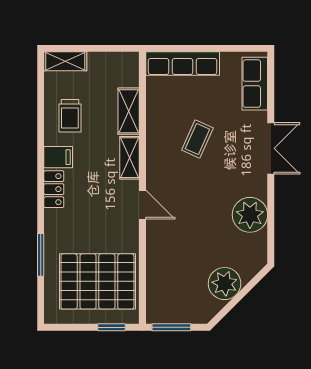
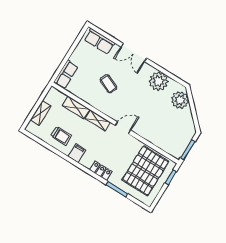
shelving: (65, 61) -> (40, 113), moved
row of seats: (183, 64) -> (66, 74), width x0.68
double door: (271, 148) -> (134, 53), swing flipped
locker: (54, 189) -> (101, 171), moved
plant: (225, 284) -> (180, 100), moved

